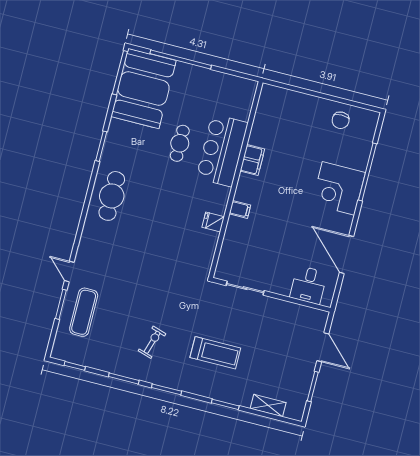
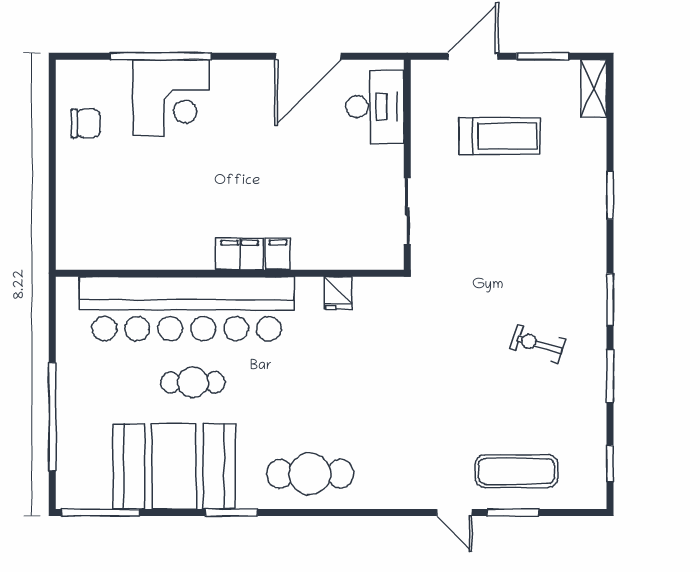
booth: (143, 88) -> (174, 466), moved
bar counter: (222, 150) -> (187, 309), width x1.86
filing cabinet: (252, 160) -> (240, 254), moved
corner desk: (338, 188) -> (171, 98), moved
fridge: (213, 222) -> (338, 293), moved
door: (69, 271) -> (454, 513), hinge flipped
desk: (308, 285) -> (375, 107), width x1.37
treadmill: (215, 353) -> (500, 136), moved, turned 90
shelving: (268, 405) -> (594, 88), moved

